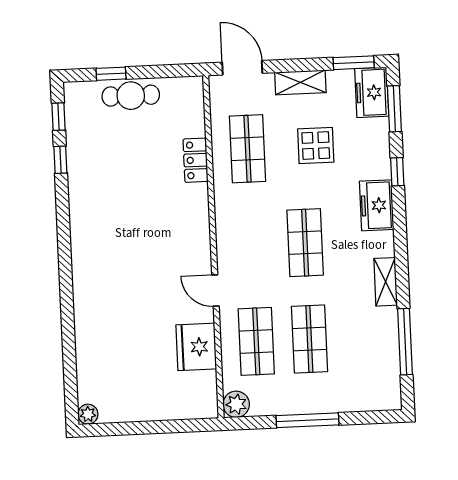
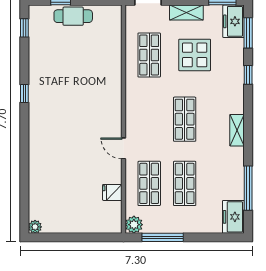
display table: (316, 146) -> (195, 55), width x1.36, depth x1.36
window: (60, 160) -> (24, 94), moved
locker: (196, 160) -> (114, 61), removed
freezer: (377, 205) -> (233, 217), moved
shelving: (386, 282) -> (237, 130), moved
fridge: (196, 347) -> (112, 192), width x0.53, depth x0.75
window: (307, 420) -> (163, 237), moved

